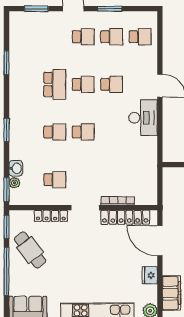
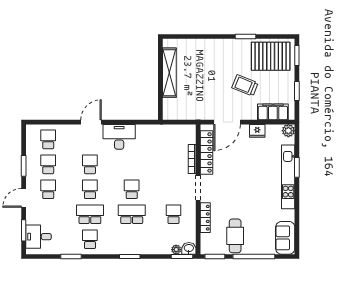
desk: (29, 26) -> (38, 237), added
school desk: (26, 84) -> (90, 239), added
school desk: (55, 132) -> (132, 214), width x1.85
washbasin: (16, 168) -> (189, 248), moved
cafe table: (30, 250) -> (235, 236), turned -53

